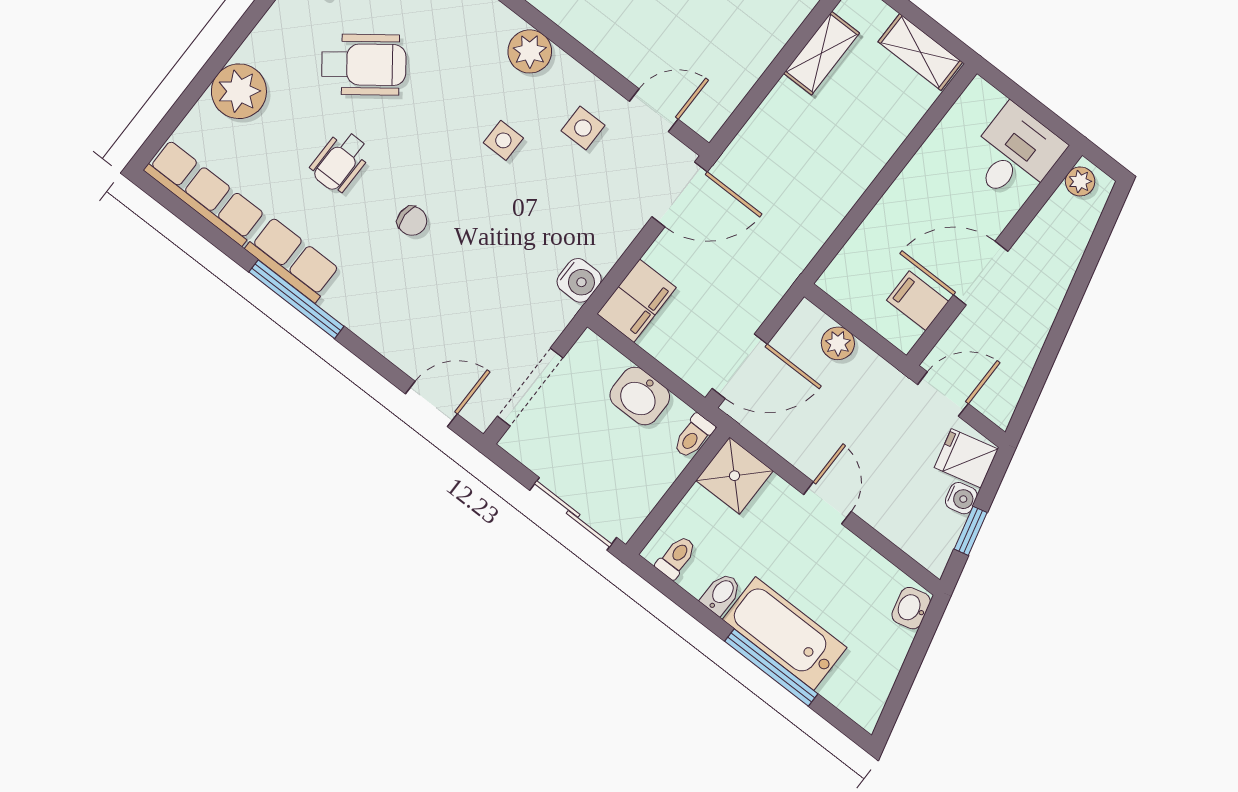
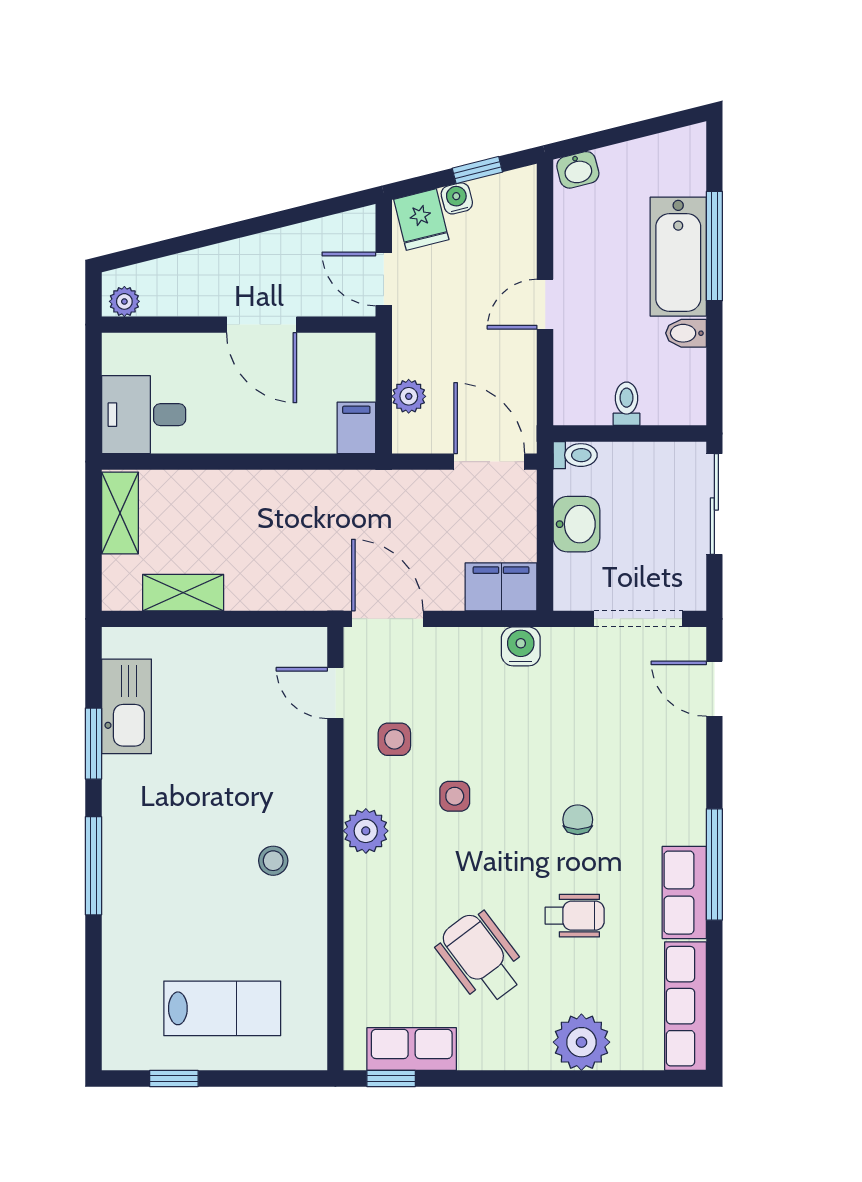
desk: (1015, 154) -> (144, 415), moved
filing cabinet: (918, 301) -> (356, 428), moved, turned 180
shower: (734, 476) -> (582, 397), removed
toilet: (676, 557) -> (627, 404), moved, turned 90

